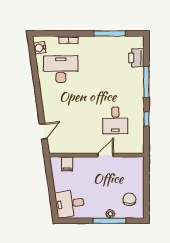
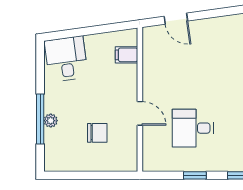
chair: (129, 199) -> (97, 133), moved

